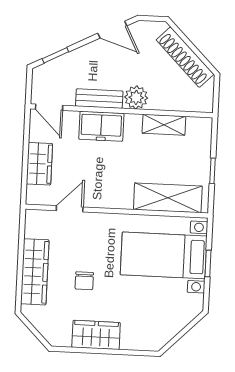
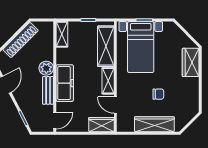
shelving: (164, 125) -> (62, 34), moved
freezer: (101, 126) -> (65, 83), width x1.40
wardrobe: (39, 164) -> (101, 125), moved
shelving: (110, 199) -> (108, 81), added
wardrobe: (96, 335) -> (191, 62), moved

